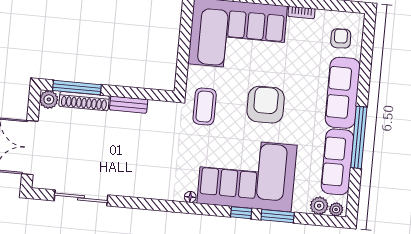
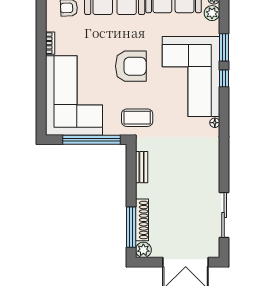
window: (184, 51) -> (91, 140), added
bench: (129, 105) -> (142, 167), moved
armchair: (266, 105) -> (131, 66), turned 180

